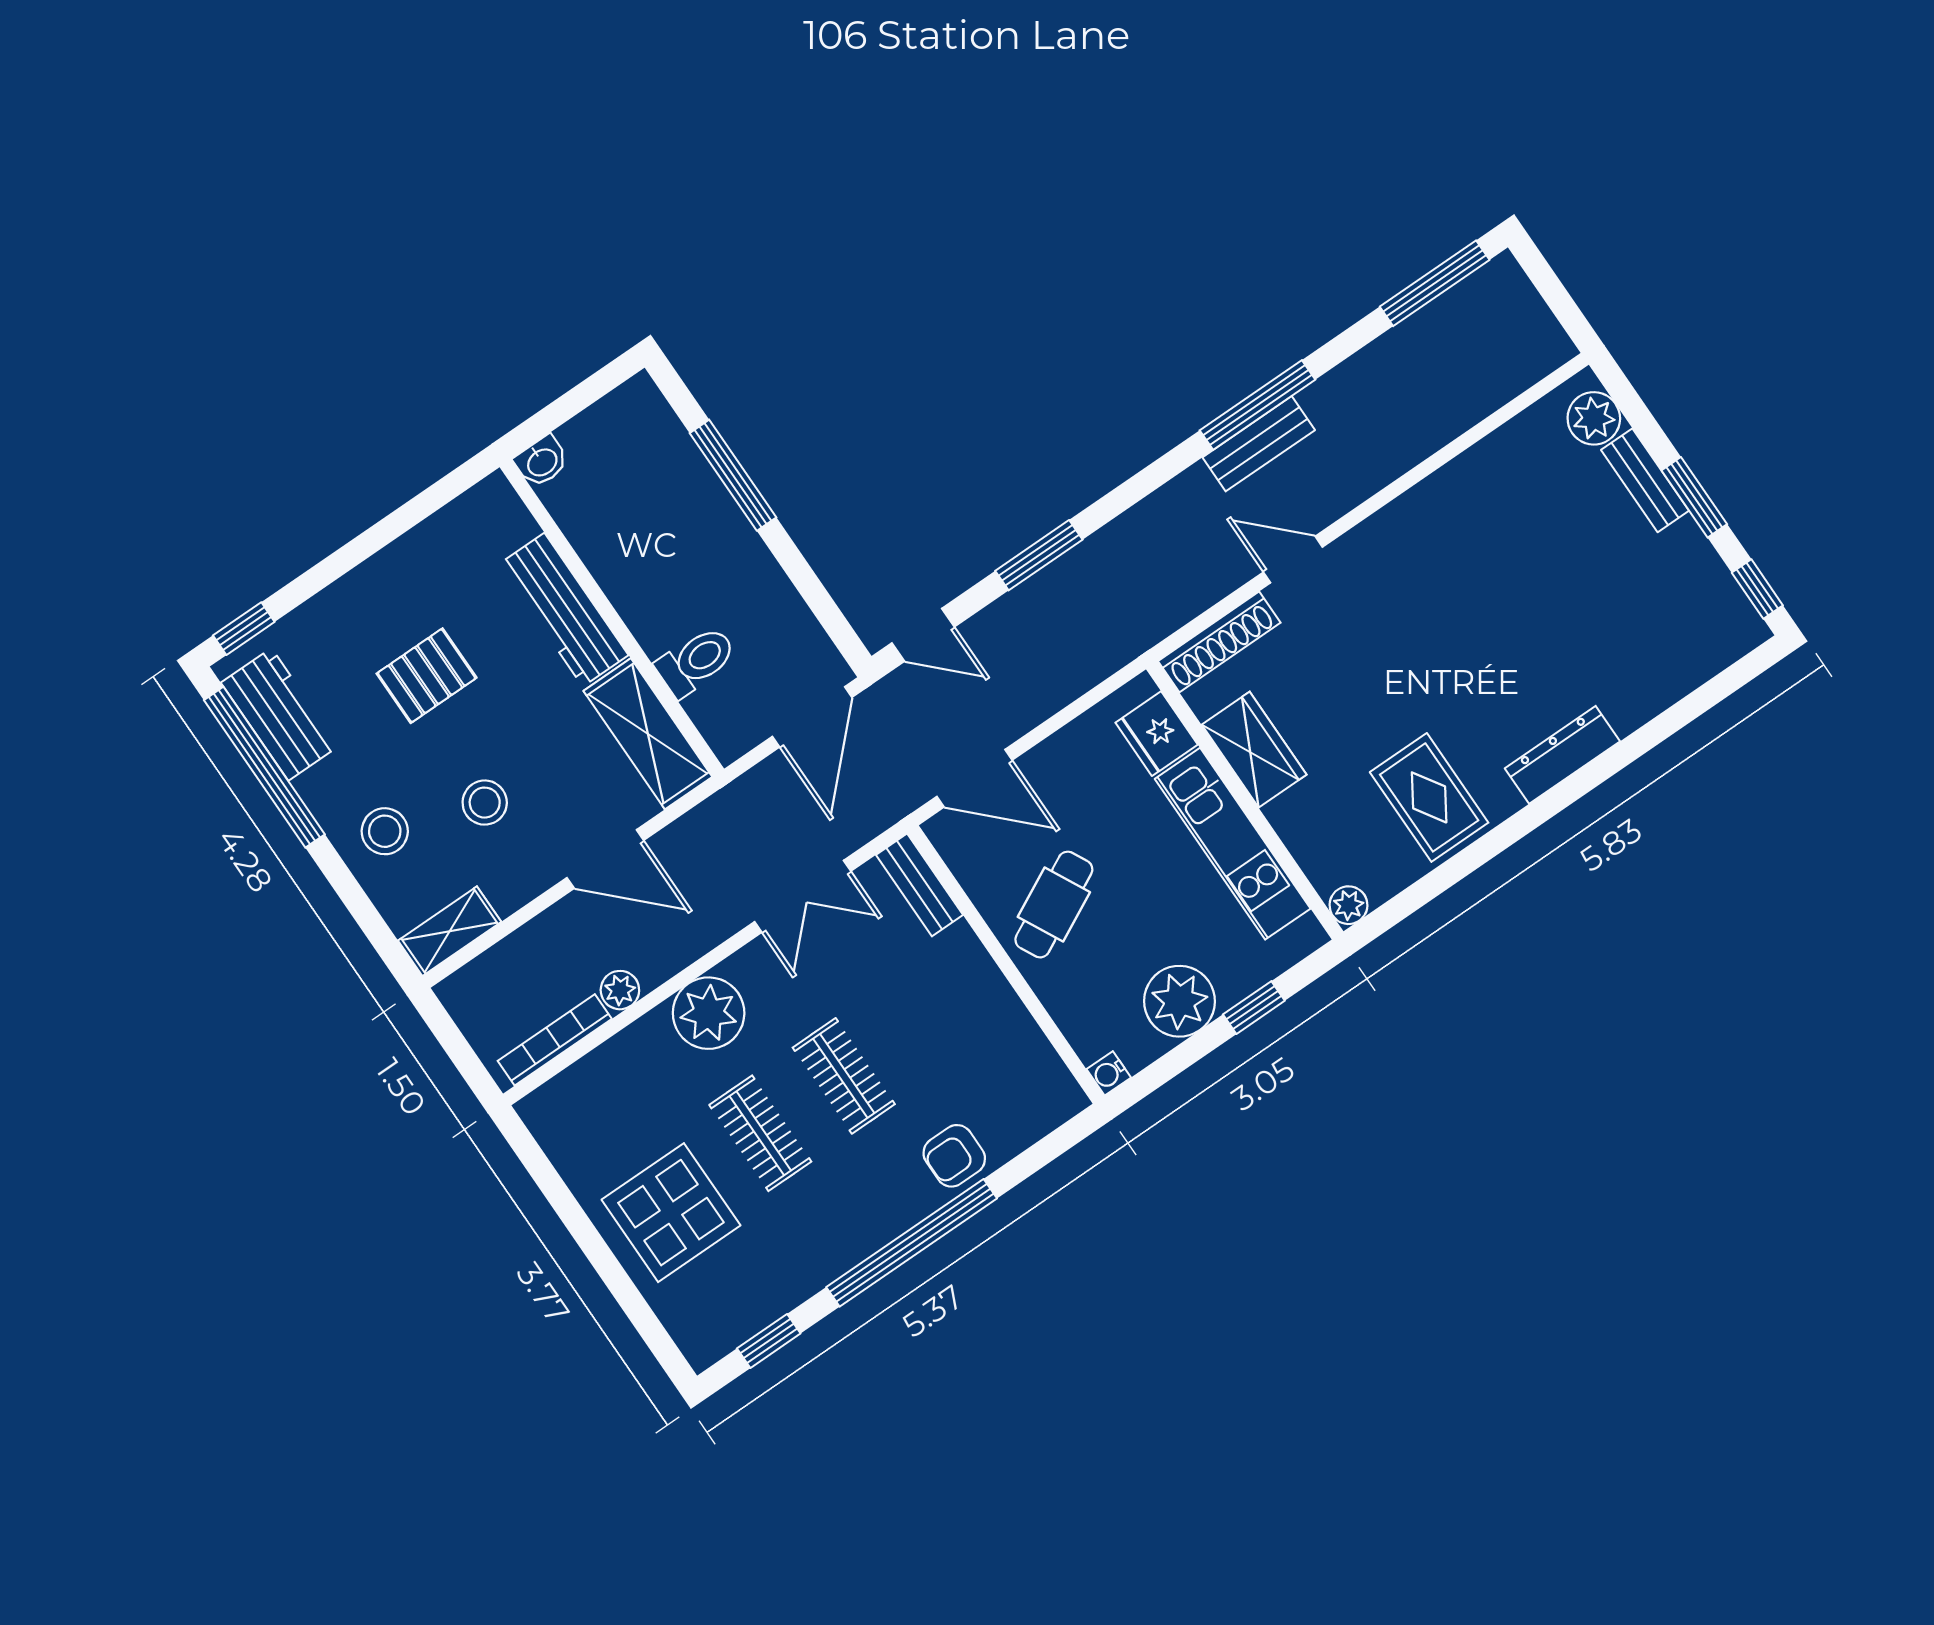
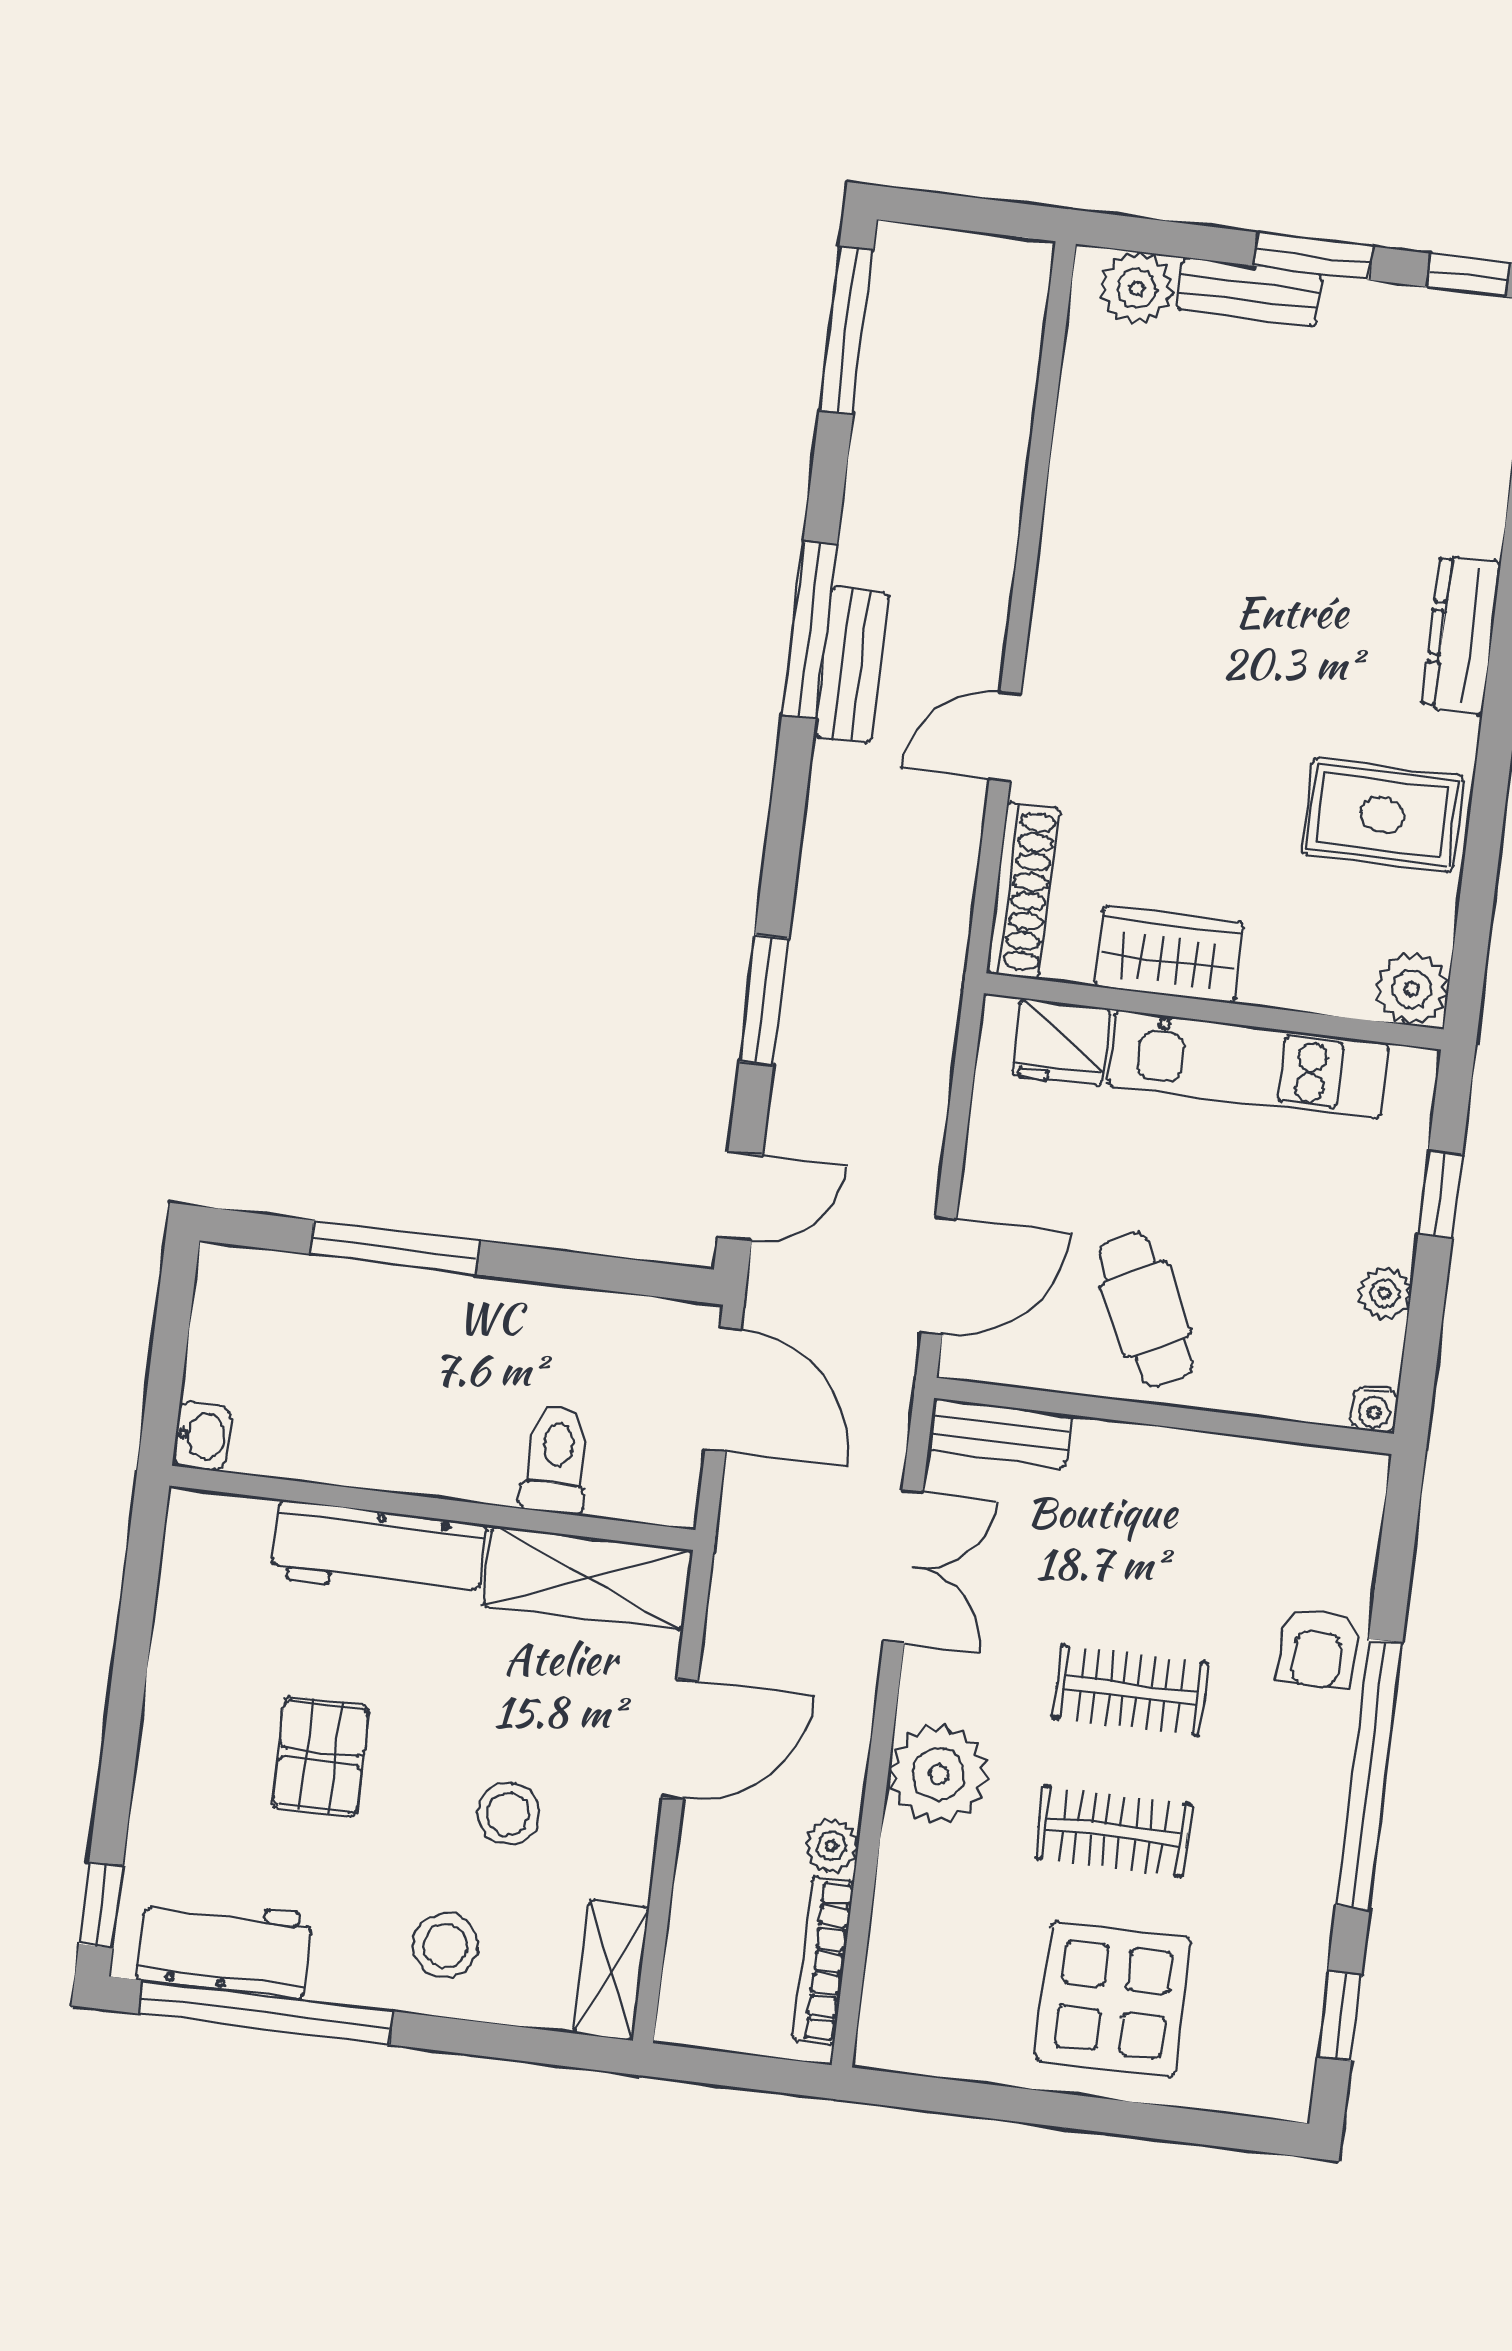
plant: (1348, 905) -> (1412, 989), width x1.38, depth x1.38
plant: (1179, 1001) -> (1385, 1293), width x0.53, depth x0.53

